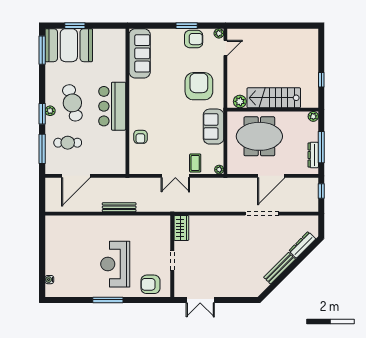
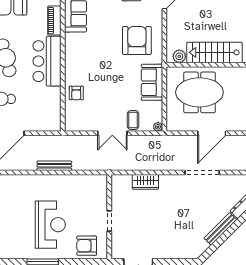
piano: (119, 67) -> (54, 21), added
wardrobe: (181, 228) -> (145, 182), moved, turned 90
reception desk: (115, 264) -> (50, 225), turned 180

